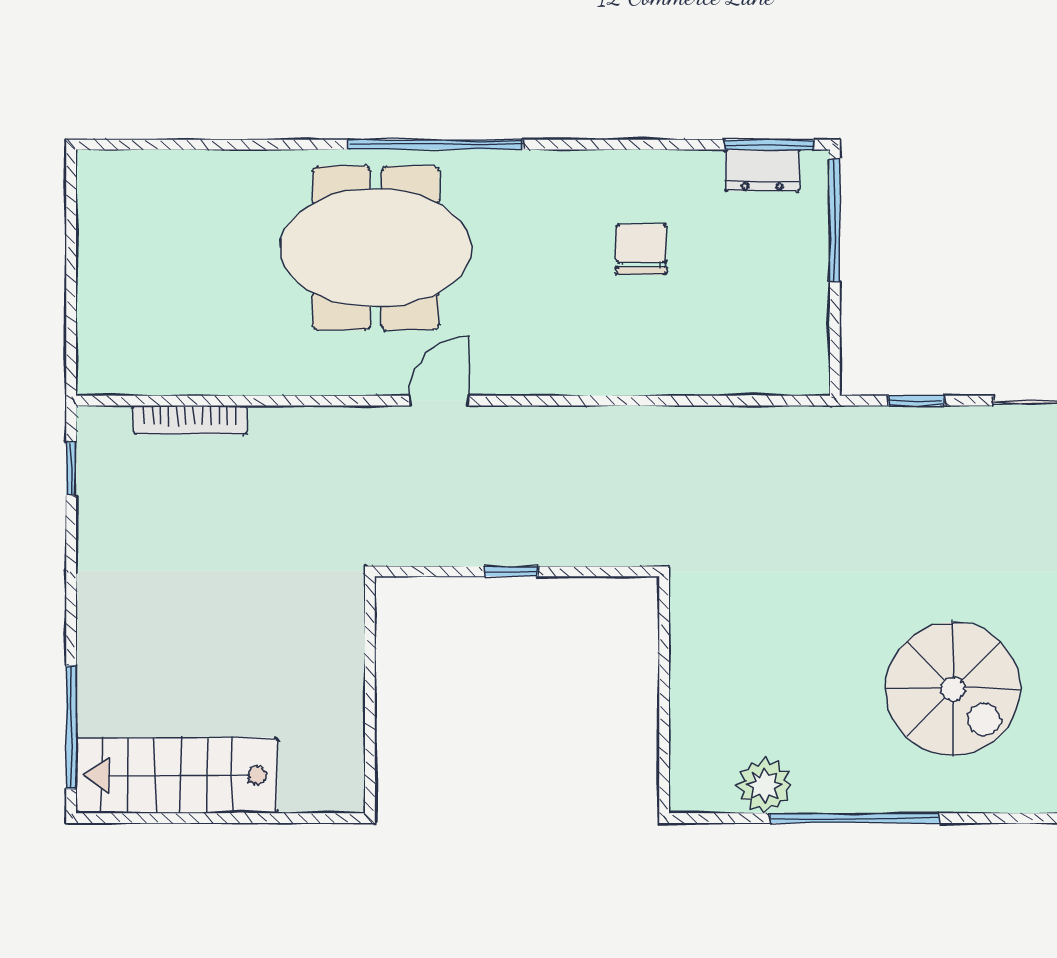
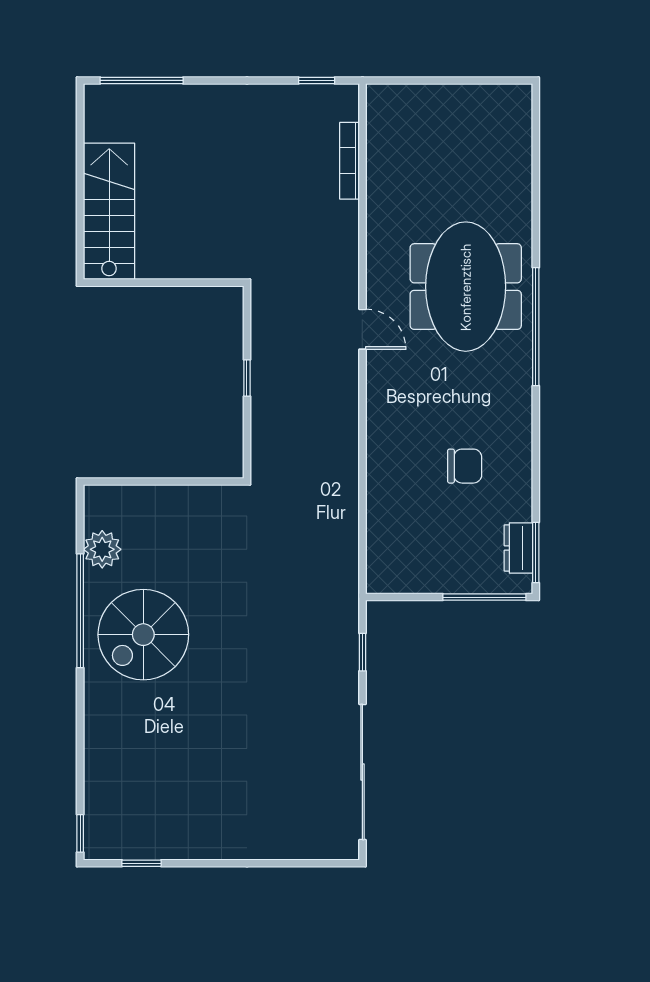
spiral stairs: (953, 689) -> (143, 635), moved
stairs: (177, 775) -> (109, 211), moved

